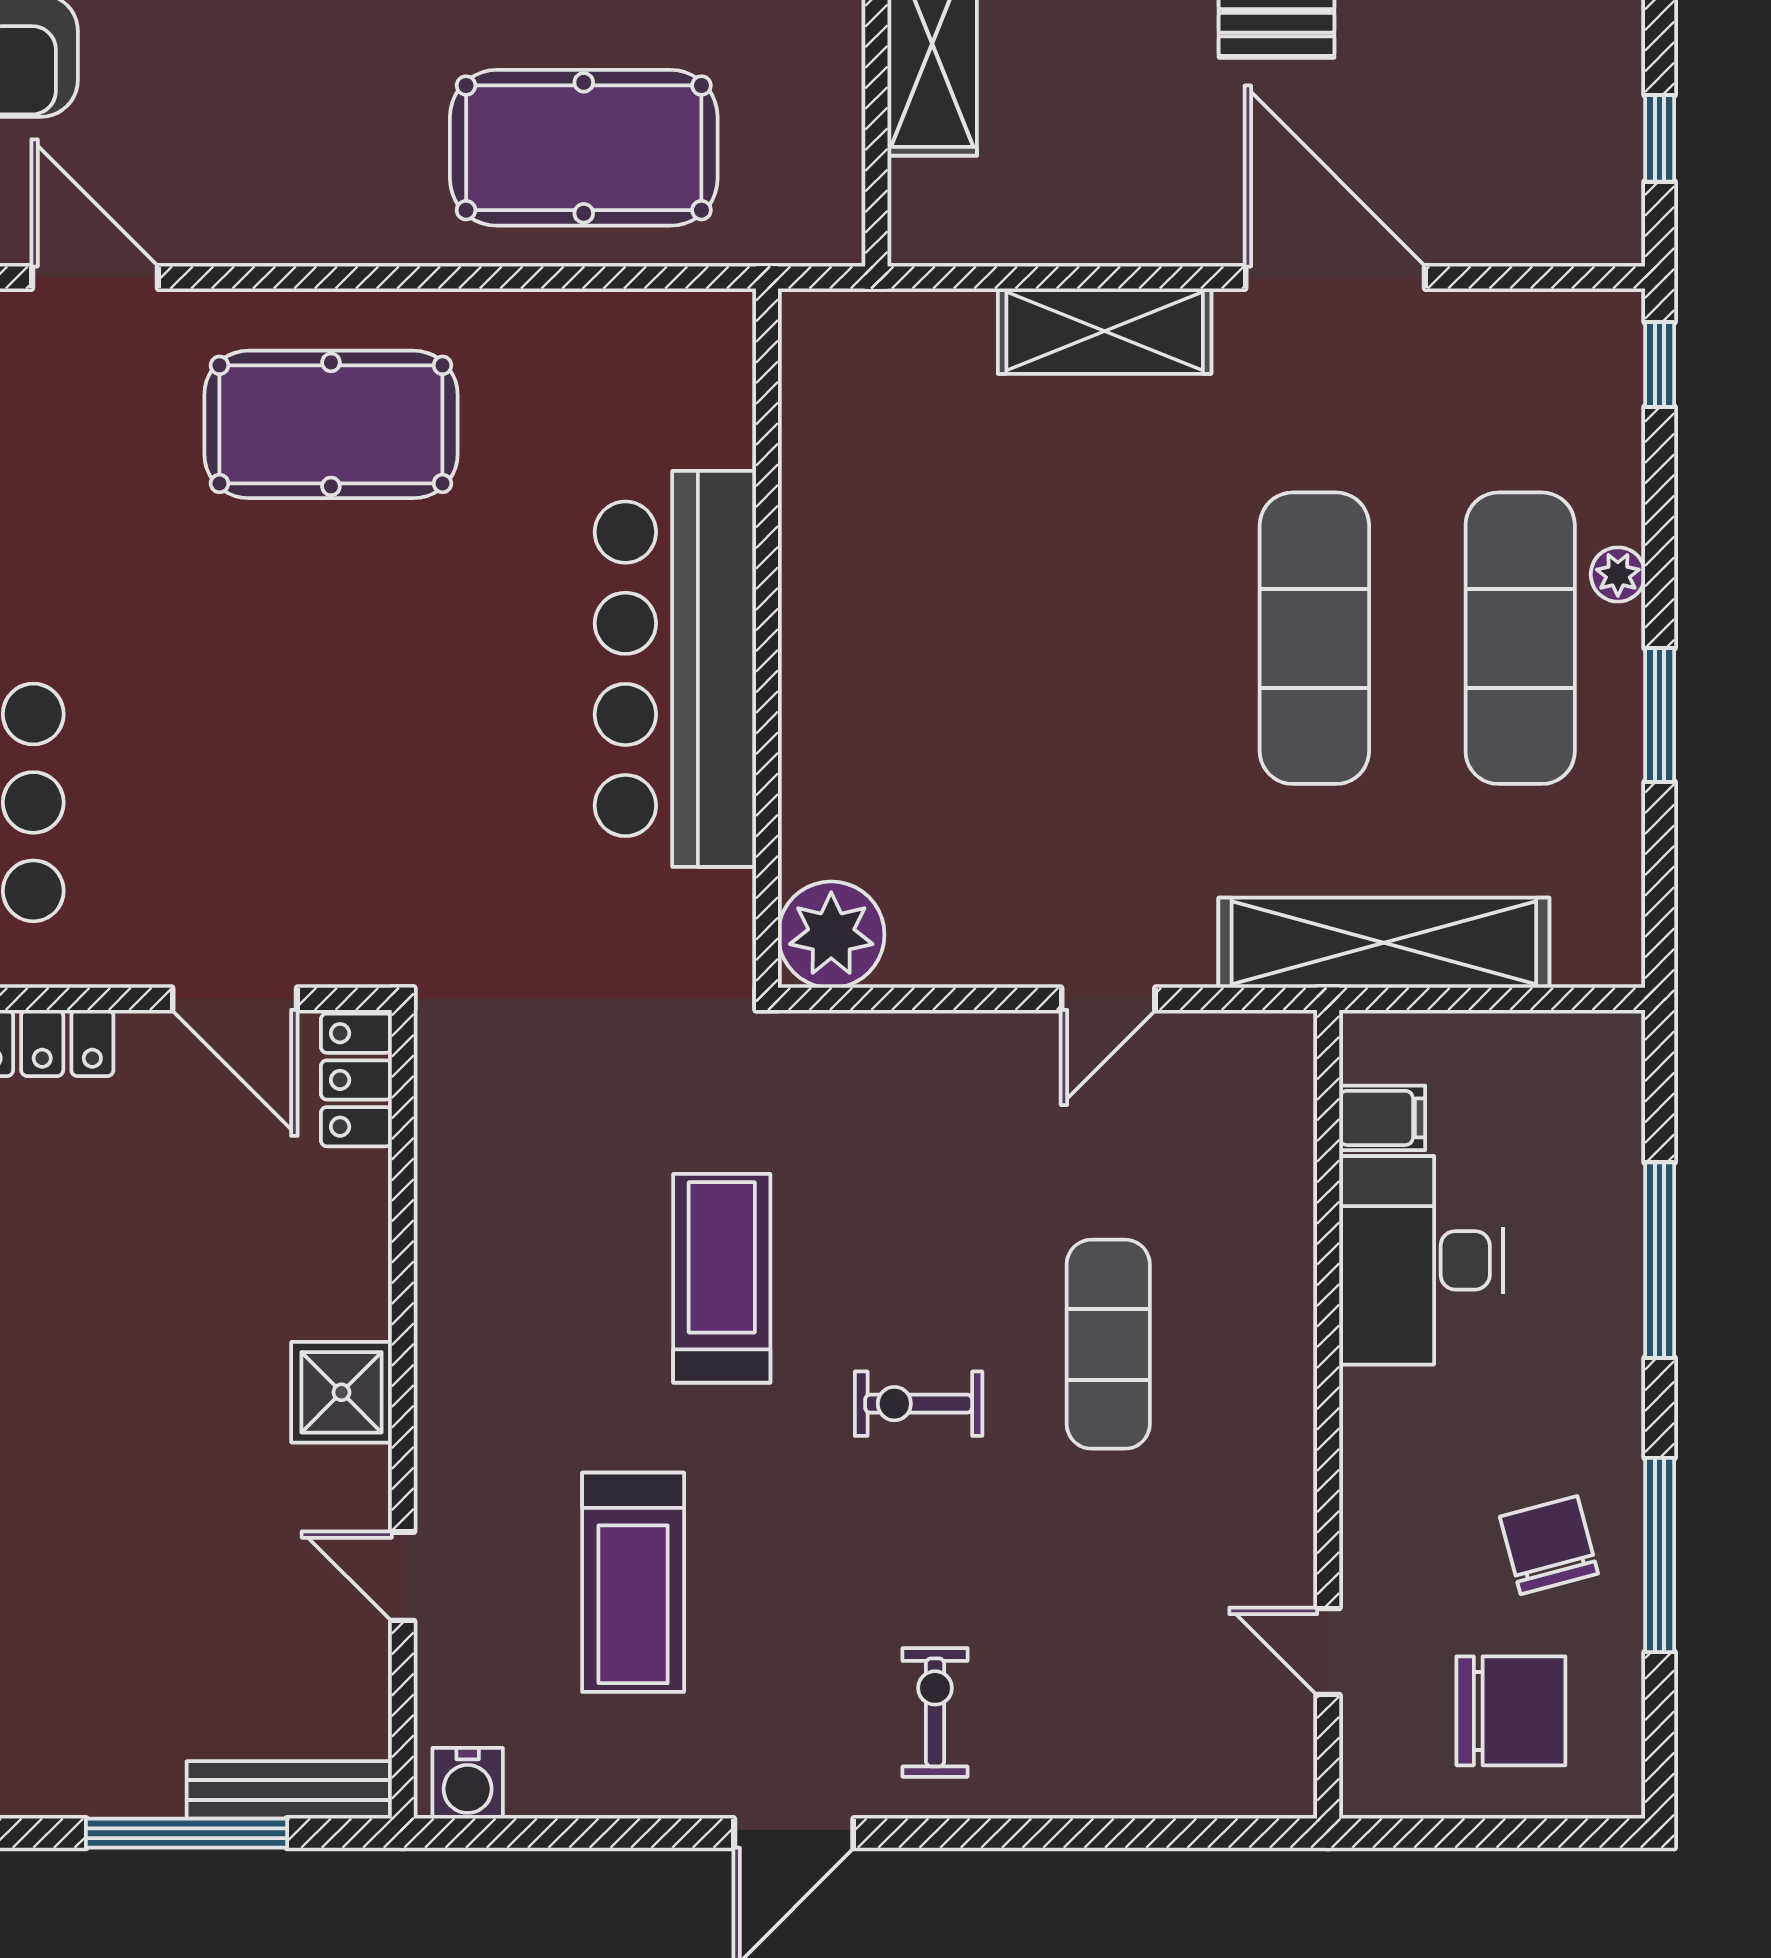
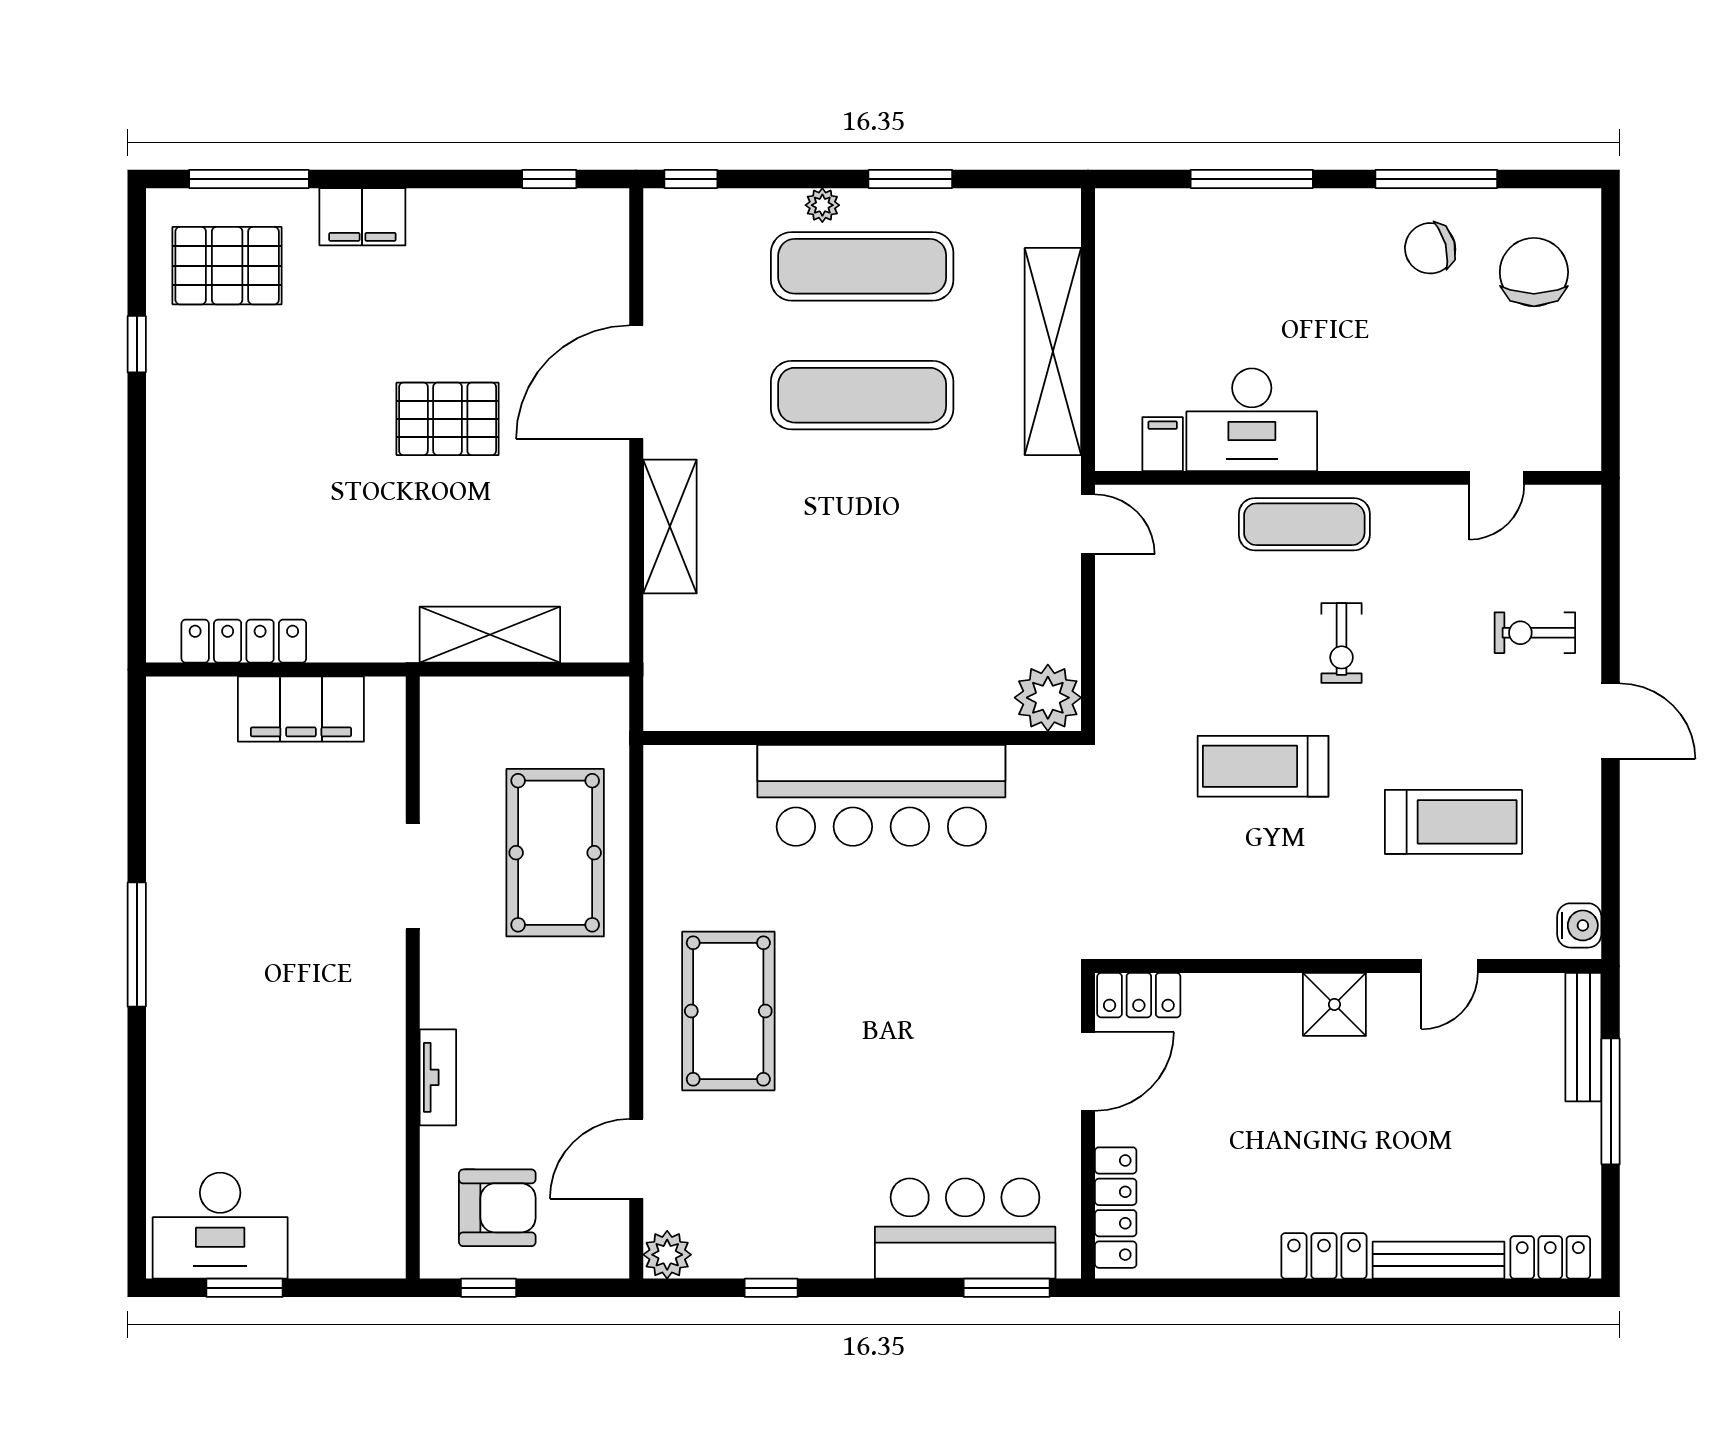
filing cabinet: (1382, 1118) -> (1163, 444), moved
desk: (1421, 1260) -> (1252, 420), moved
wall: (1328, 1414) -> (1348, 478), moved
door: (1328, 1651) -> (1497, 478), moved

